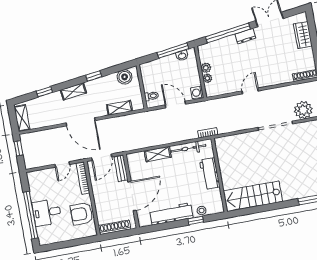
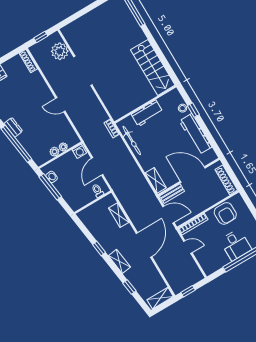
boiler: (125, 77) -> (90, 221), removed
shelving: (158, 154) -> (156, 180), moved

